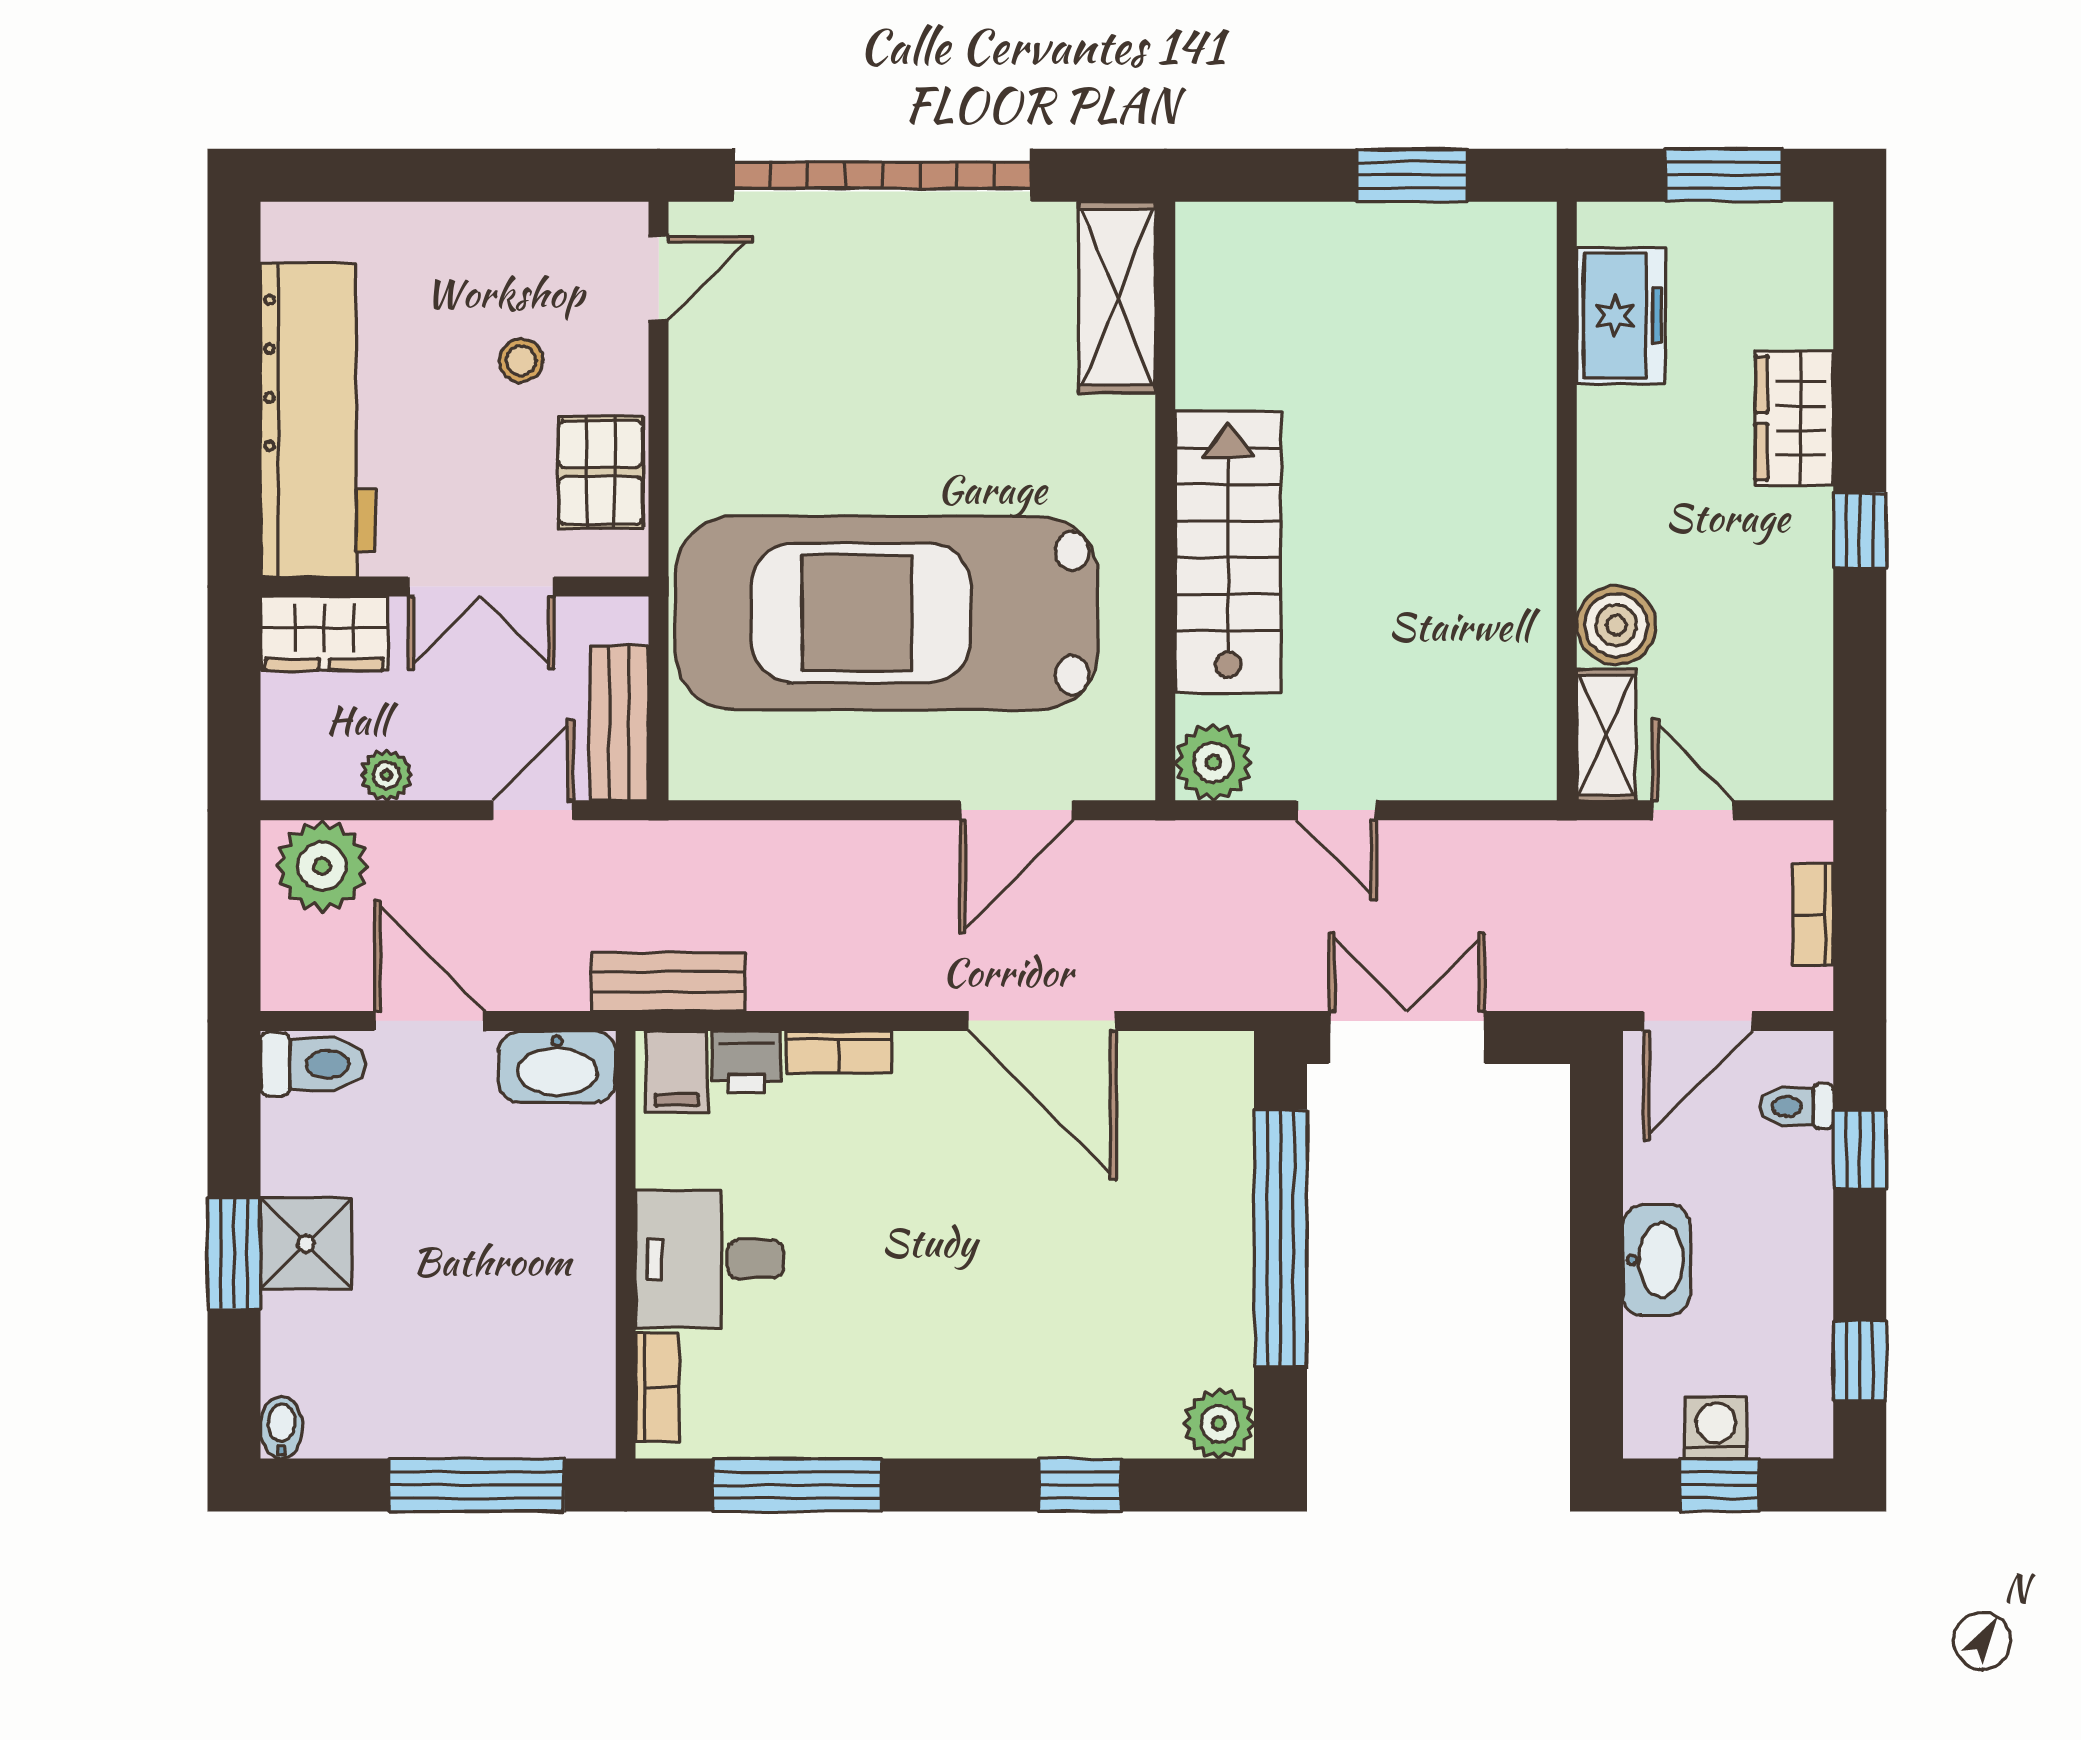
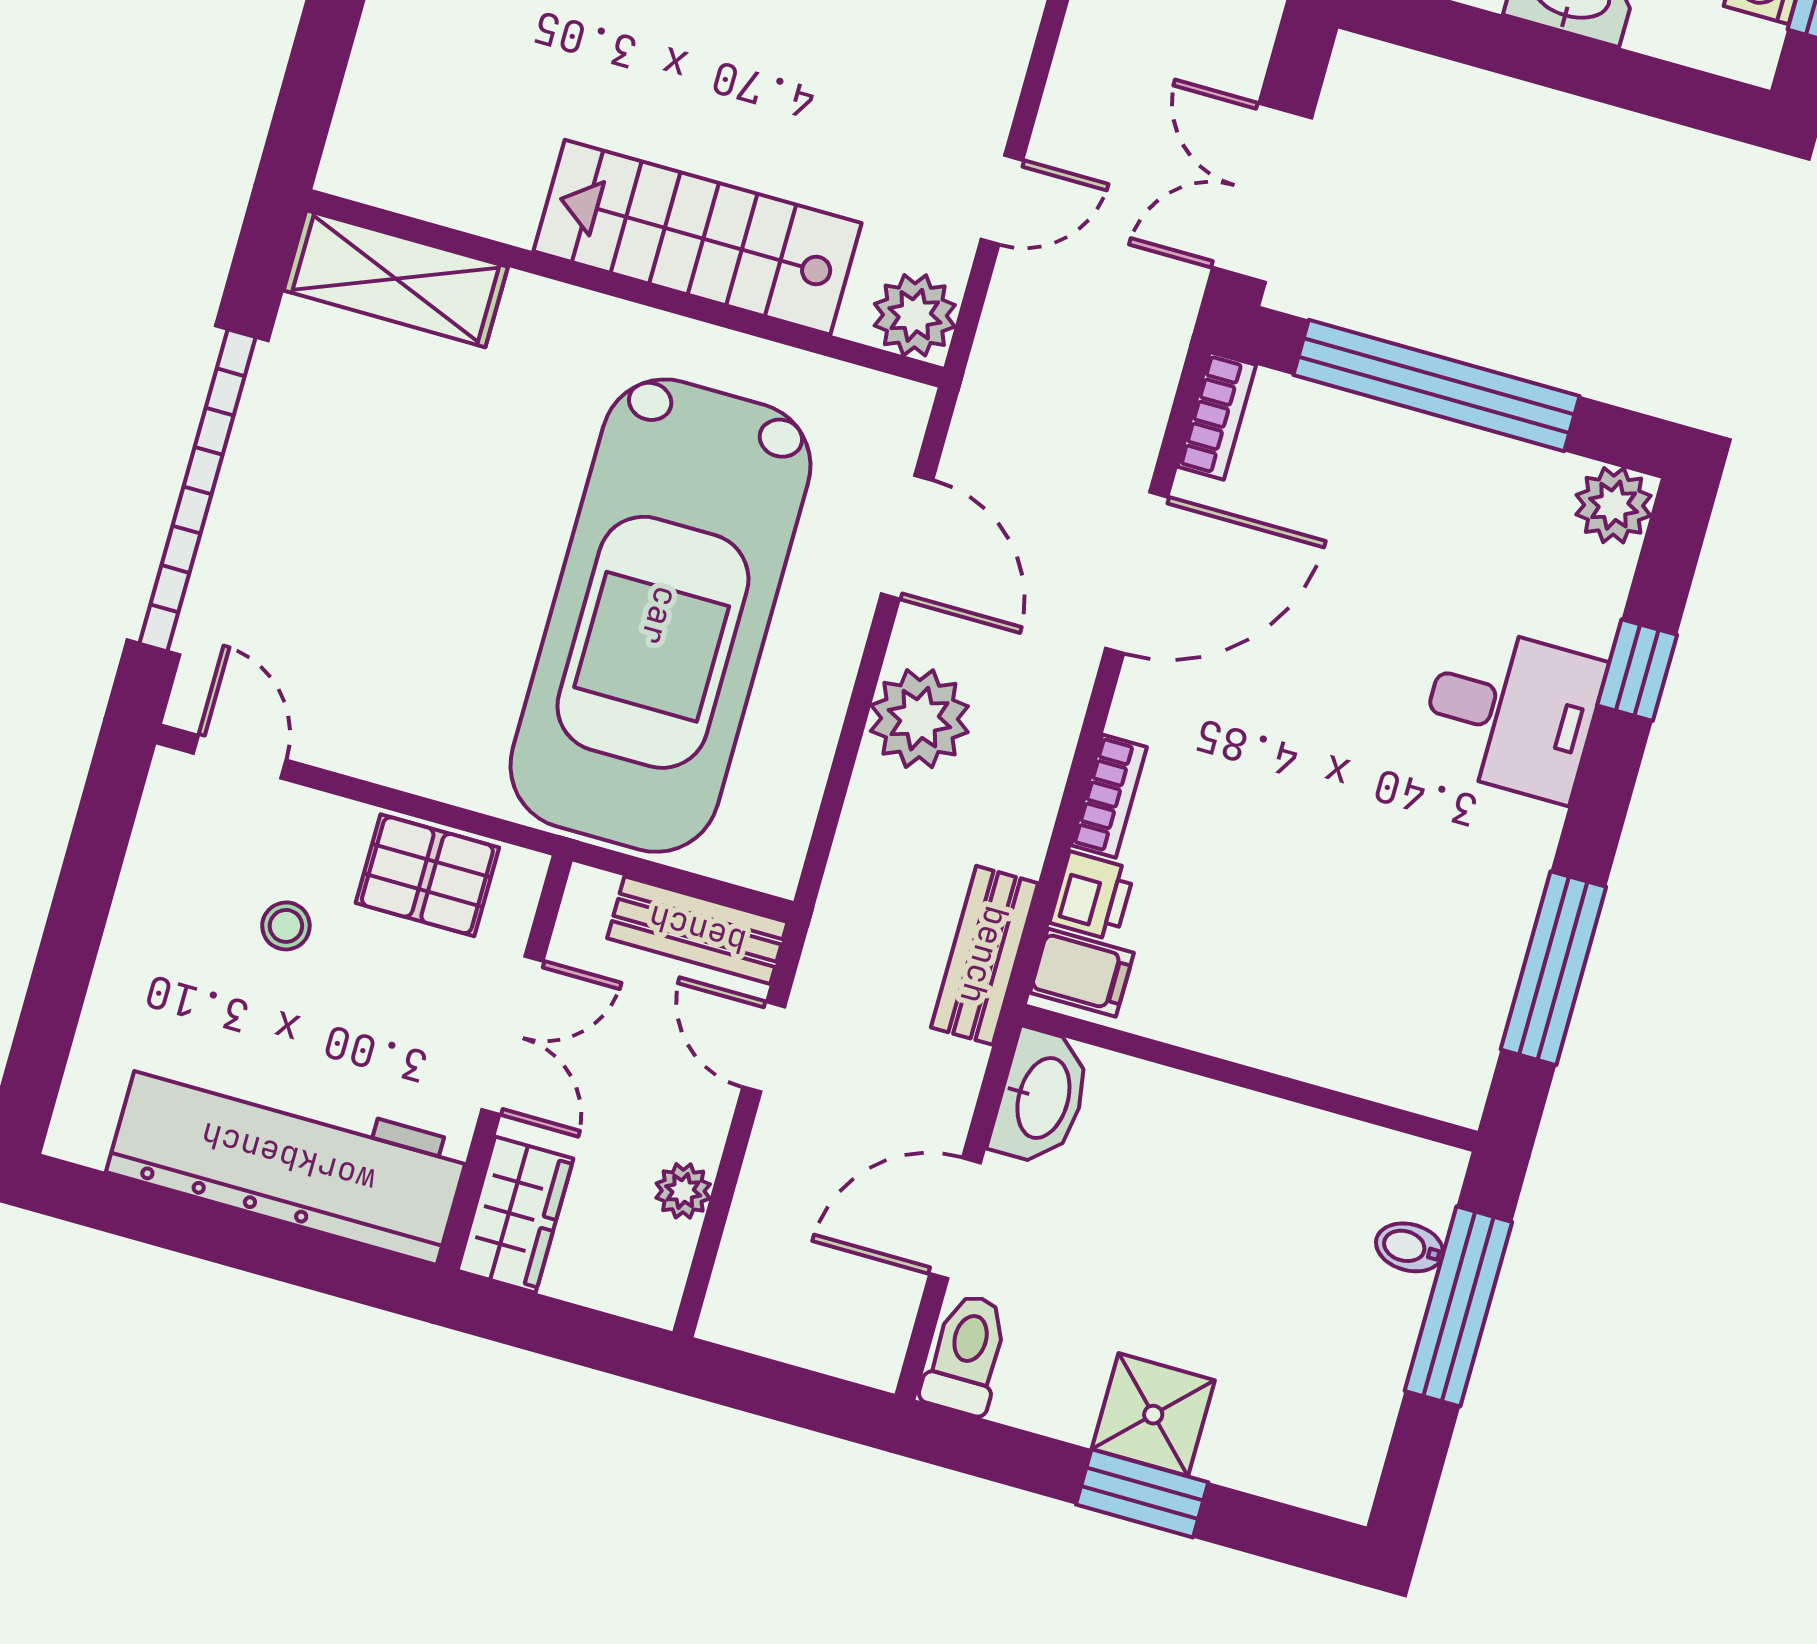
plant: (322, 866) -> (919, 719), moved
desk: (709, 1259) -> (1511, 712), moved, turned -90
bookcase: (657, 1387) -> (1217, 416), moved, turned 90
bidet: (281, 1428) -> (1410, 1247), moved

